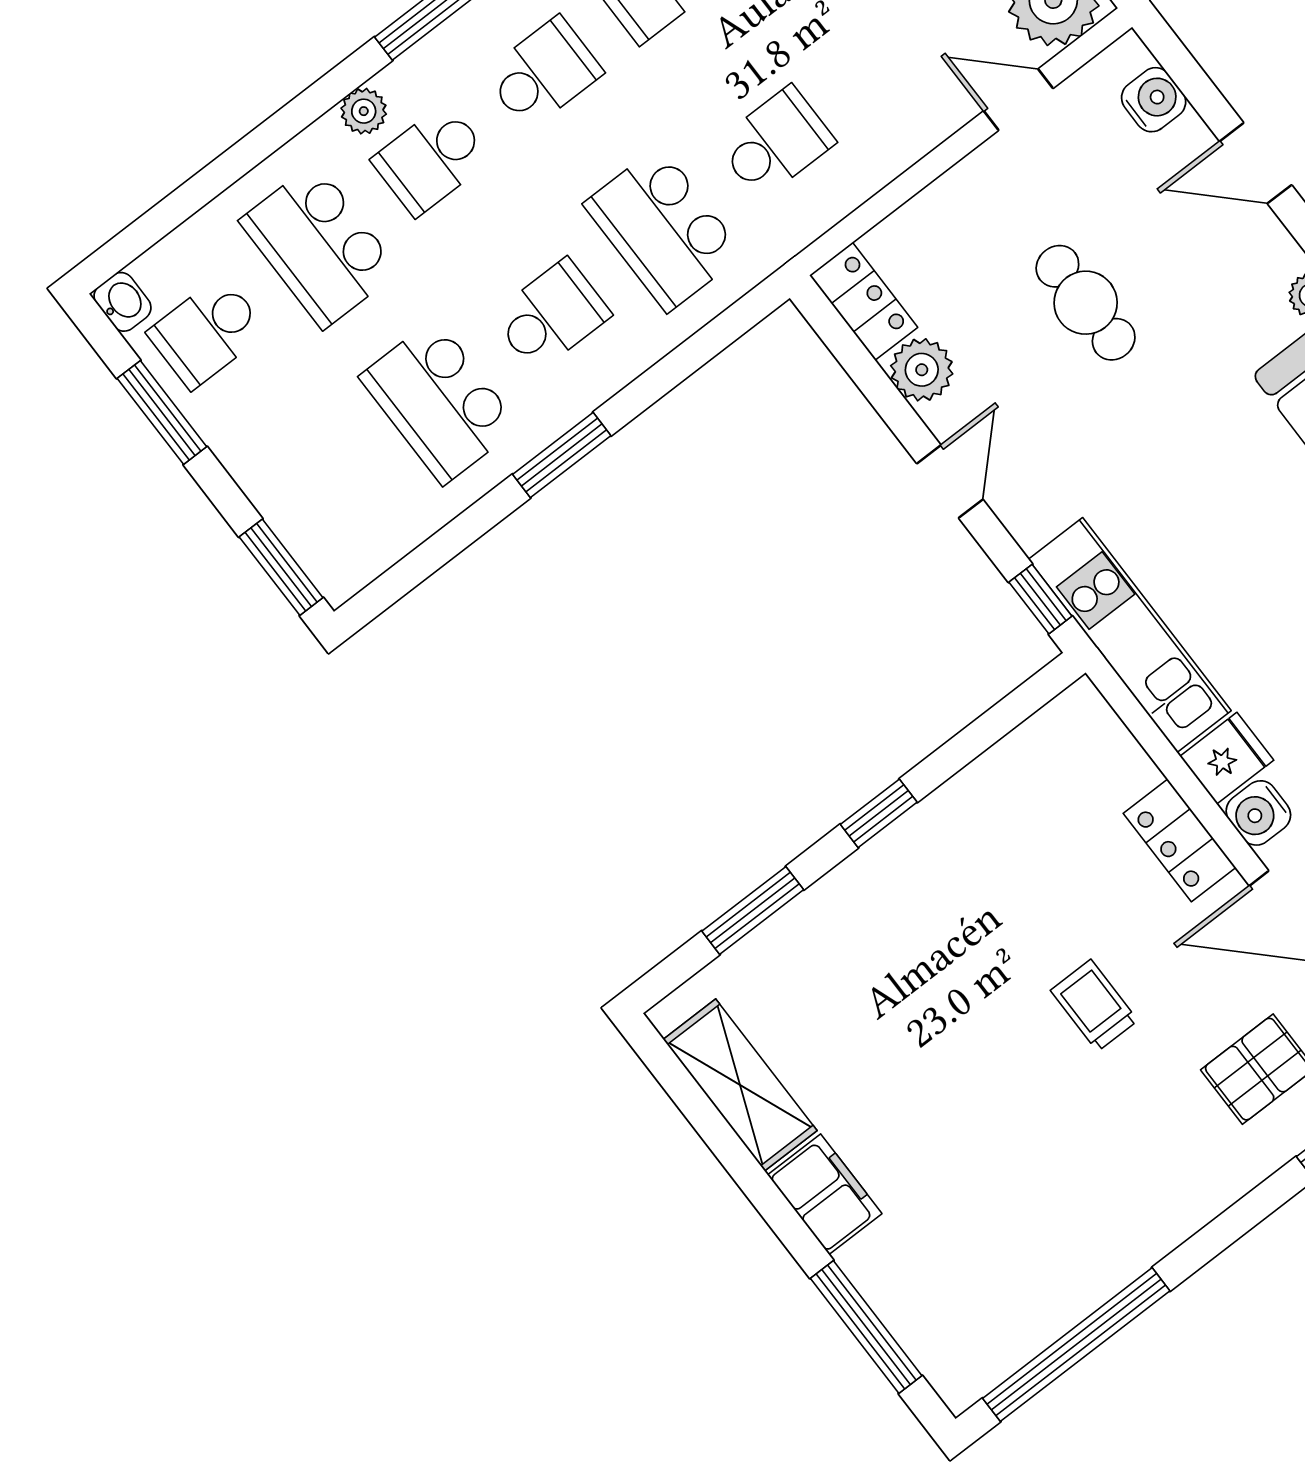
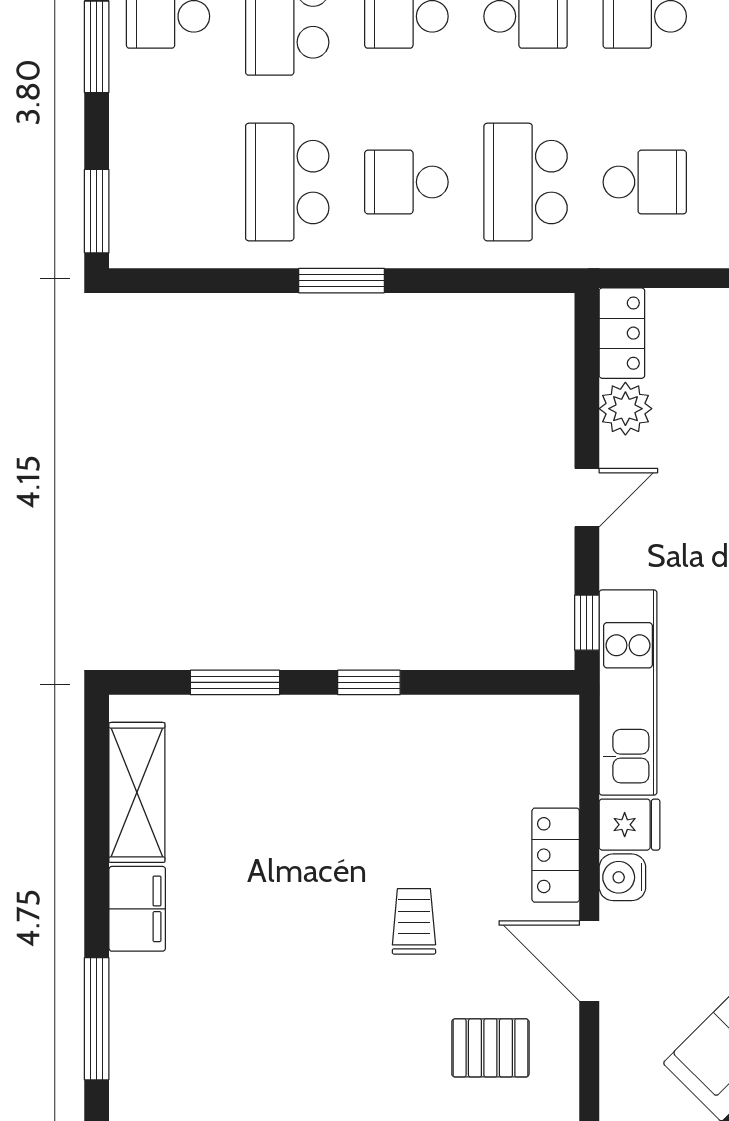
school desk: (551, 315) -> (406, 182), turned 180

